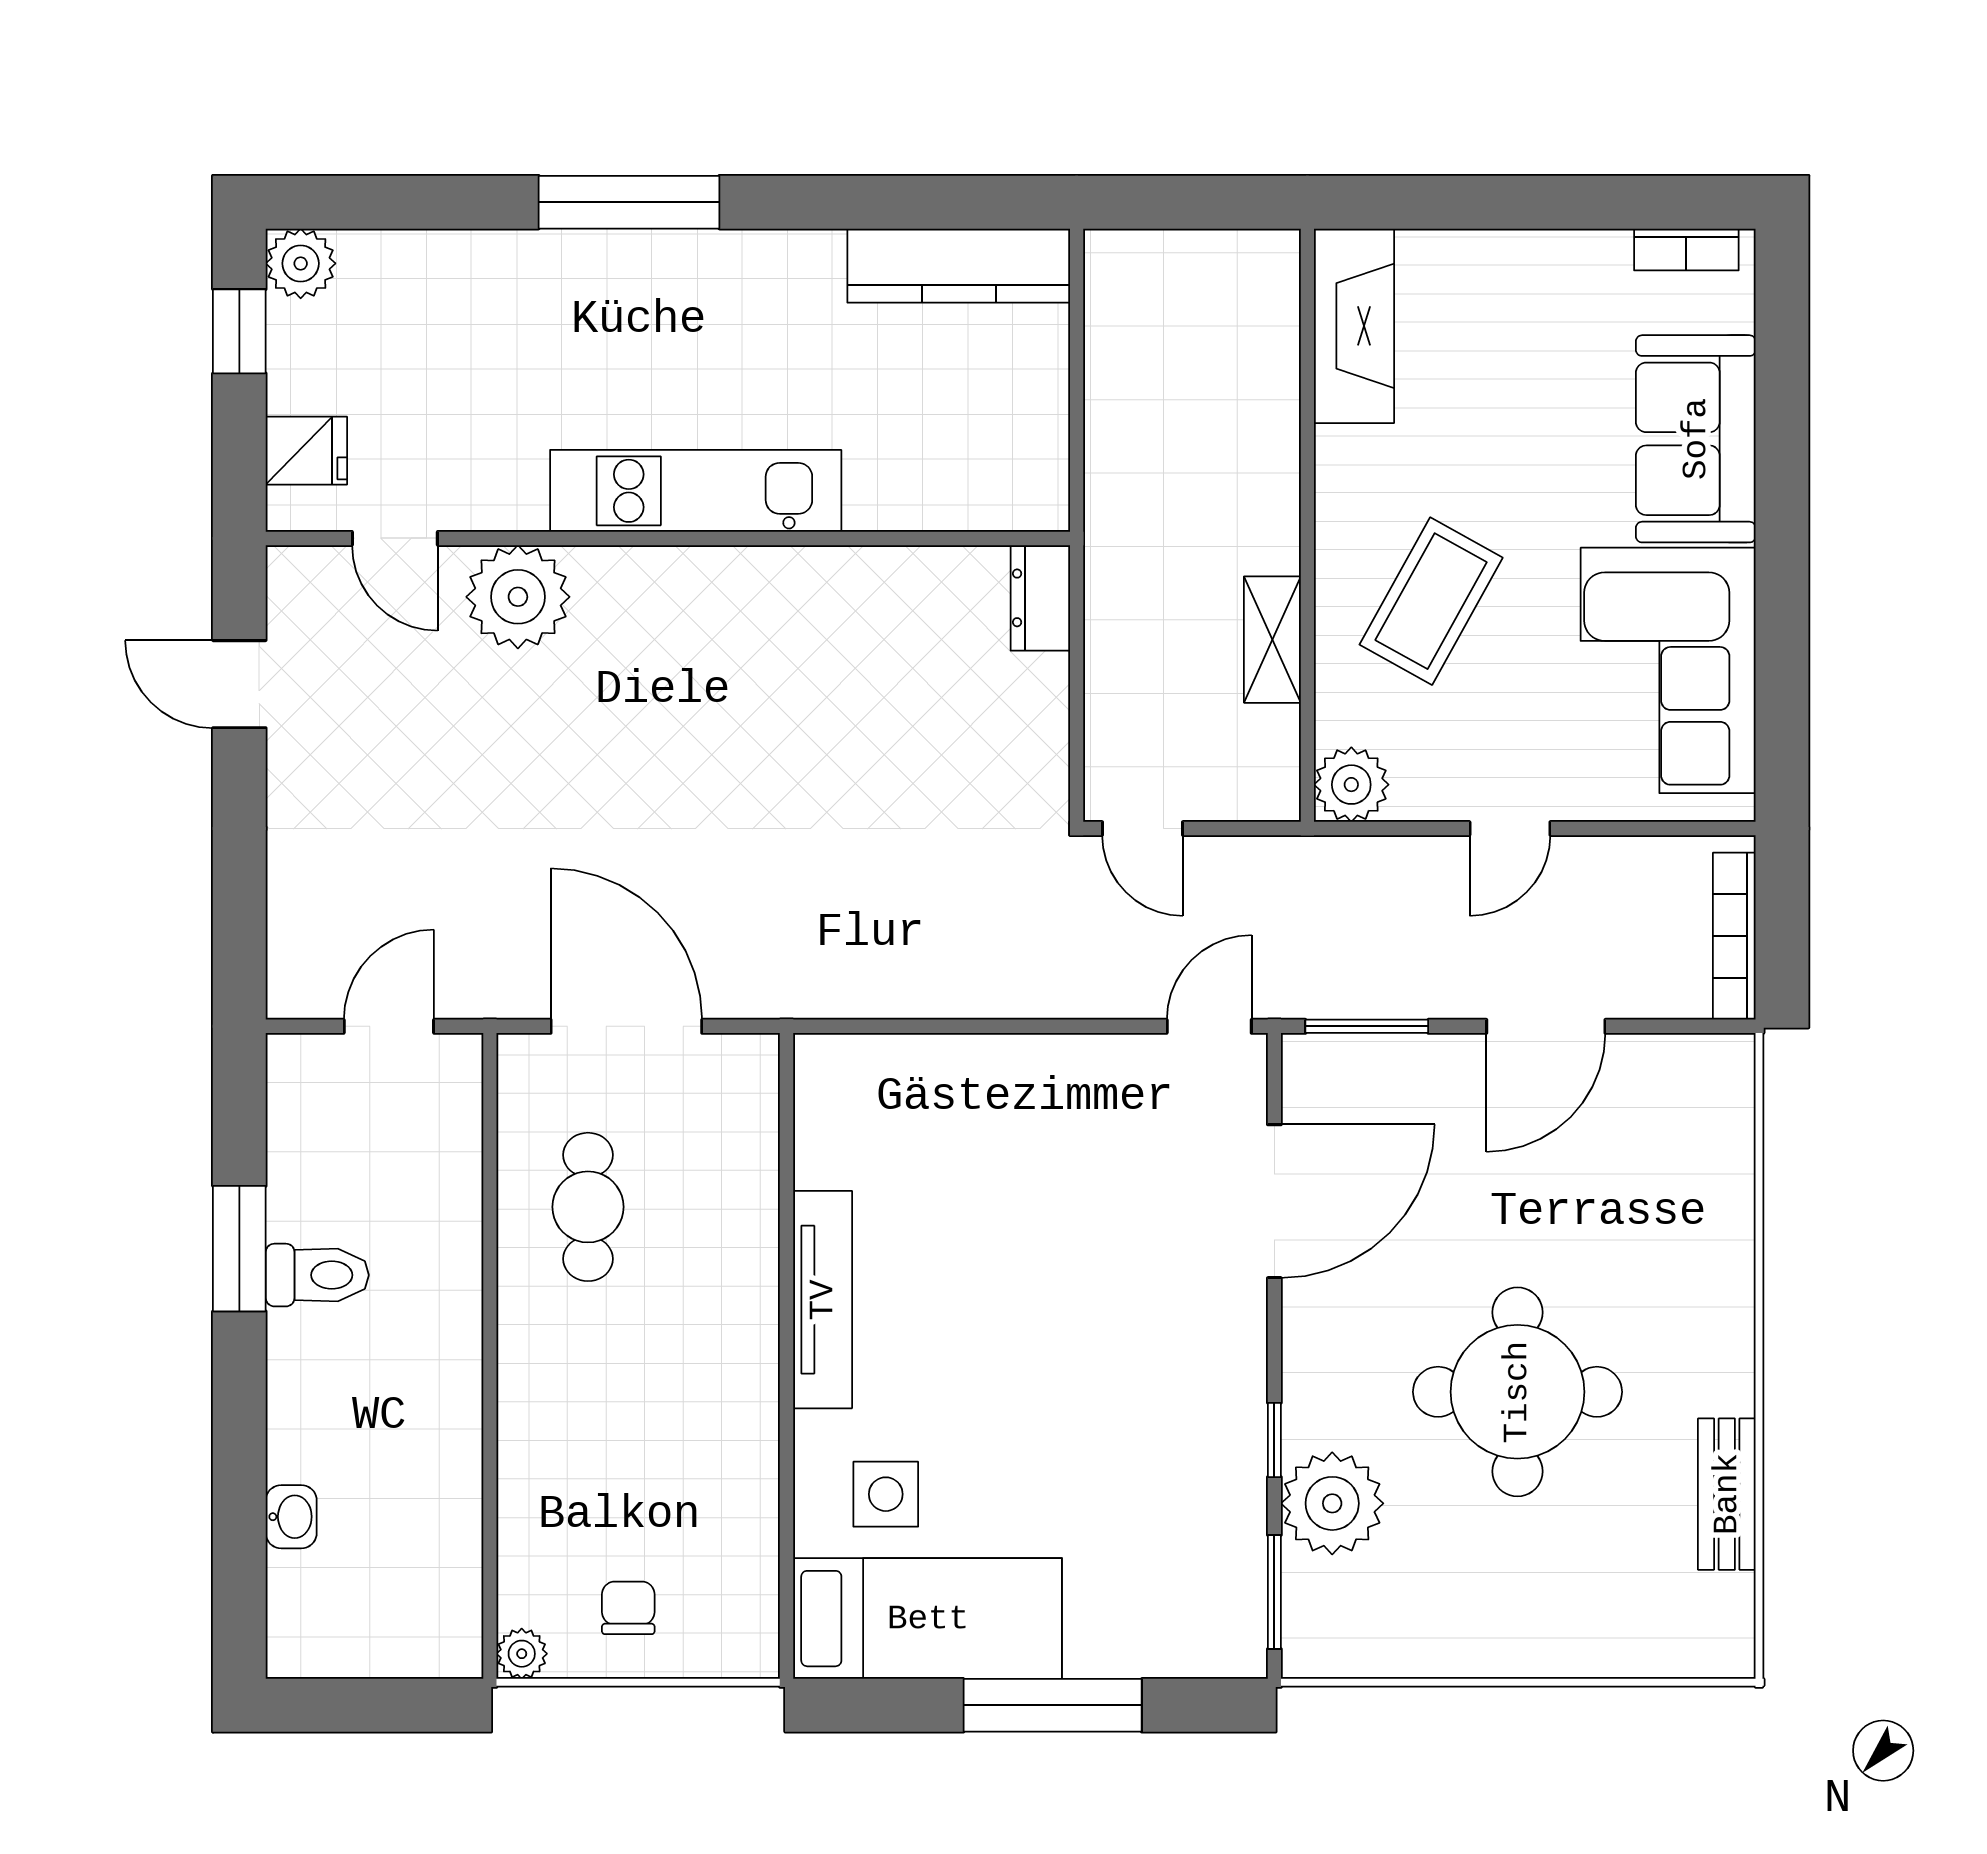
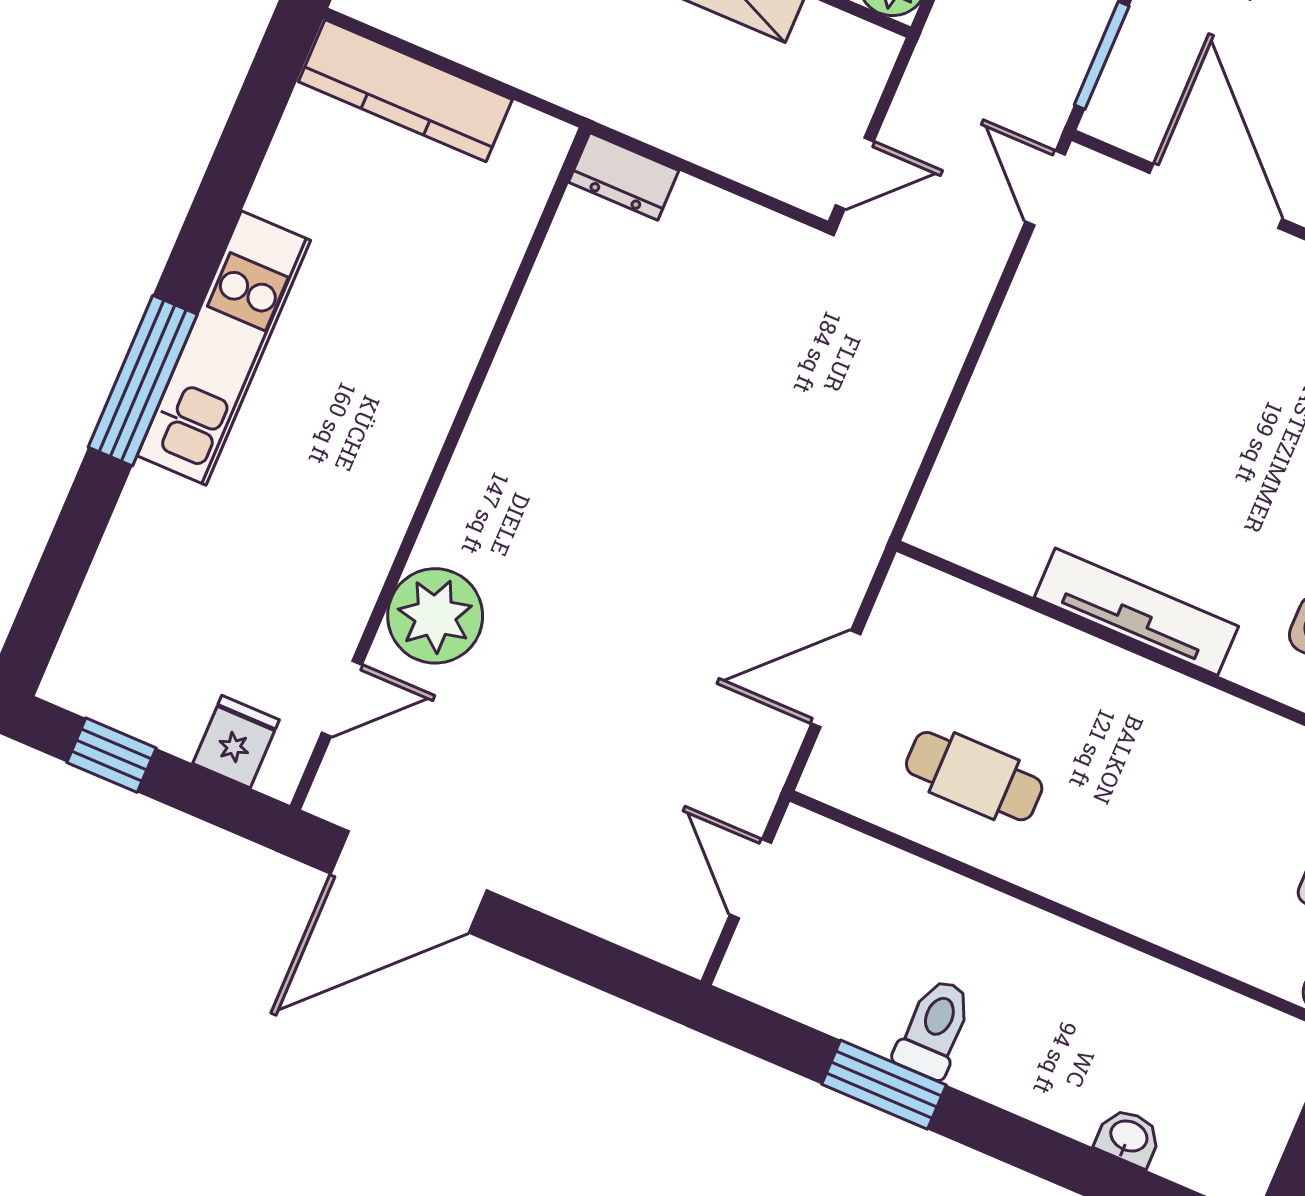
plant: (301, 263) -> (76, 679), removed
kitchen counter: (959, 266) -> (405, 91), moved, turned 90
kitchen unit: (696, 491) -> (224, 348), moved, turned 180
door: (239, 684) -> (409, 882), width x1.87
door: (626, 1026) -> (836, 679), width x0.73

